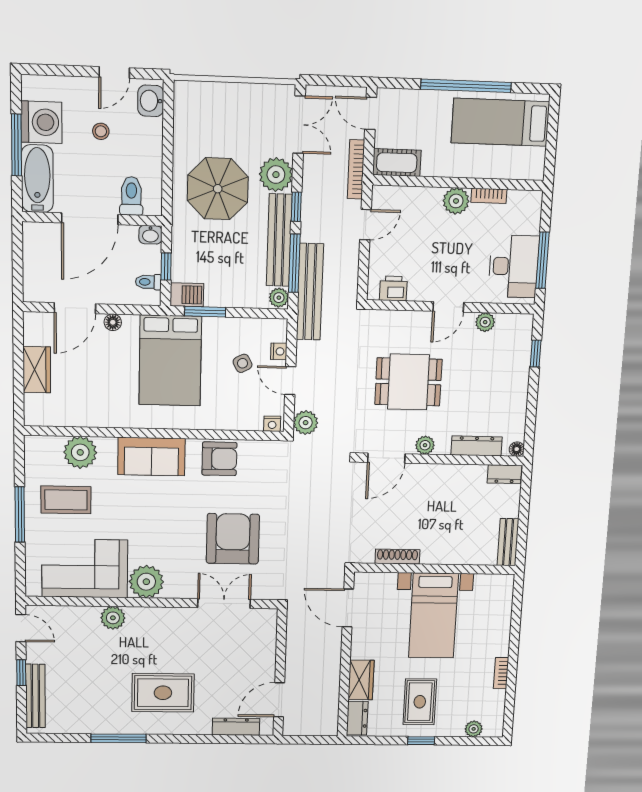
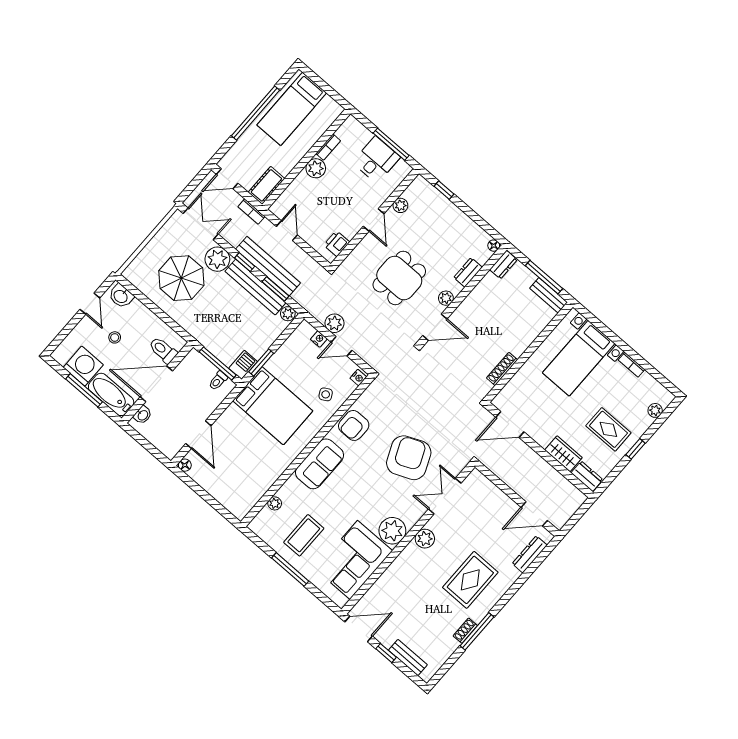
bookcase: (356, 169) -> (251, 212), width x0.64
parasol: (218, 189) -> (181, 278), moved
door: (90, 219) -> (156, 384), swing flipped
washbasin: (150, 235) -> (143, 415), moved
window: (294, 263) -> (276, 289), width x0.69
desk: (514, 266) -> (376, 160), width x0.73
window: (166, 267) -> (218, 363), width x2.17
bench: (310, 292) -> (268, 266), moved
floor lamp: (113, 322) -> (185, 465), moved
side table: (243, 363) -> (326, 394), moved
wardrobe: (37, 370) -> (215, 486), removed
plant: (306, 423) -> (334, 323), moved
dresser: (477, 446) -> (468, 272), width x0.70
plant: (80, 452) -> (275, 503), width x0.53, depth x0.53
door: (386, 458) -> (435, 327), hinge flipped
armchair: (219, 459) -> (354, 425), turned 180
window: (523, 523) -> (544, 277), added
armchair: (233, 539) -> (409, 458), turned 67
bed with nightstands: (433, 616) -> (579, 358), moved, turned 90
plant: (113, 618) -> (425, 539), moved
door: (21, 628) -> (359, 629), width x1.38
bench: (35, 696) -> (408, 657), width x0.73
door: (279, 700) -> (534, 514), hinge flipped
shoe rack: (110, 727) -> (465, 631), added

